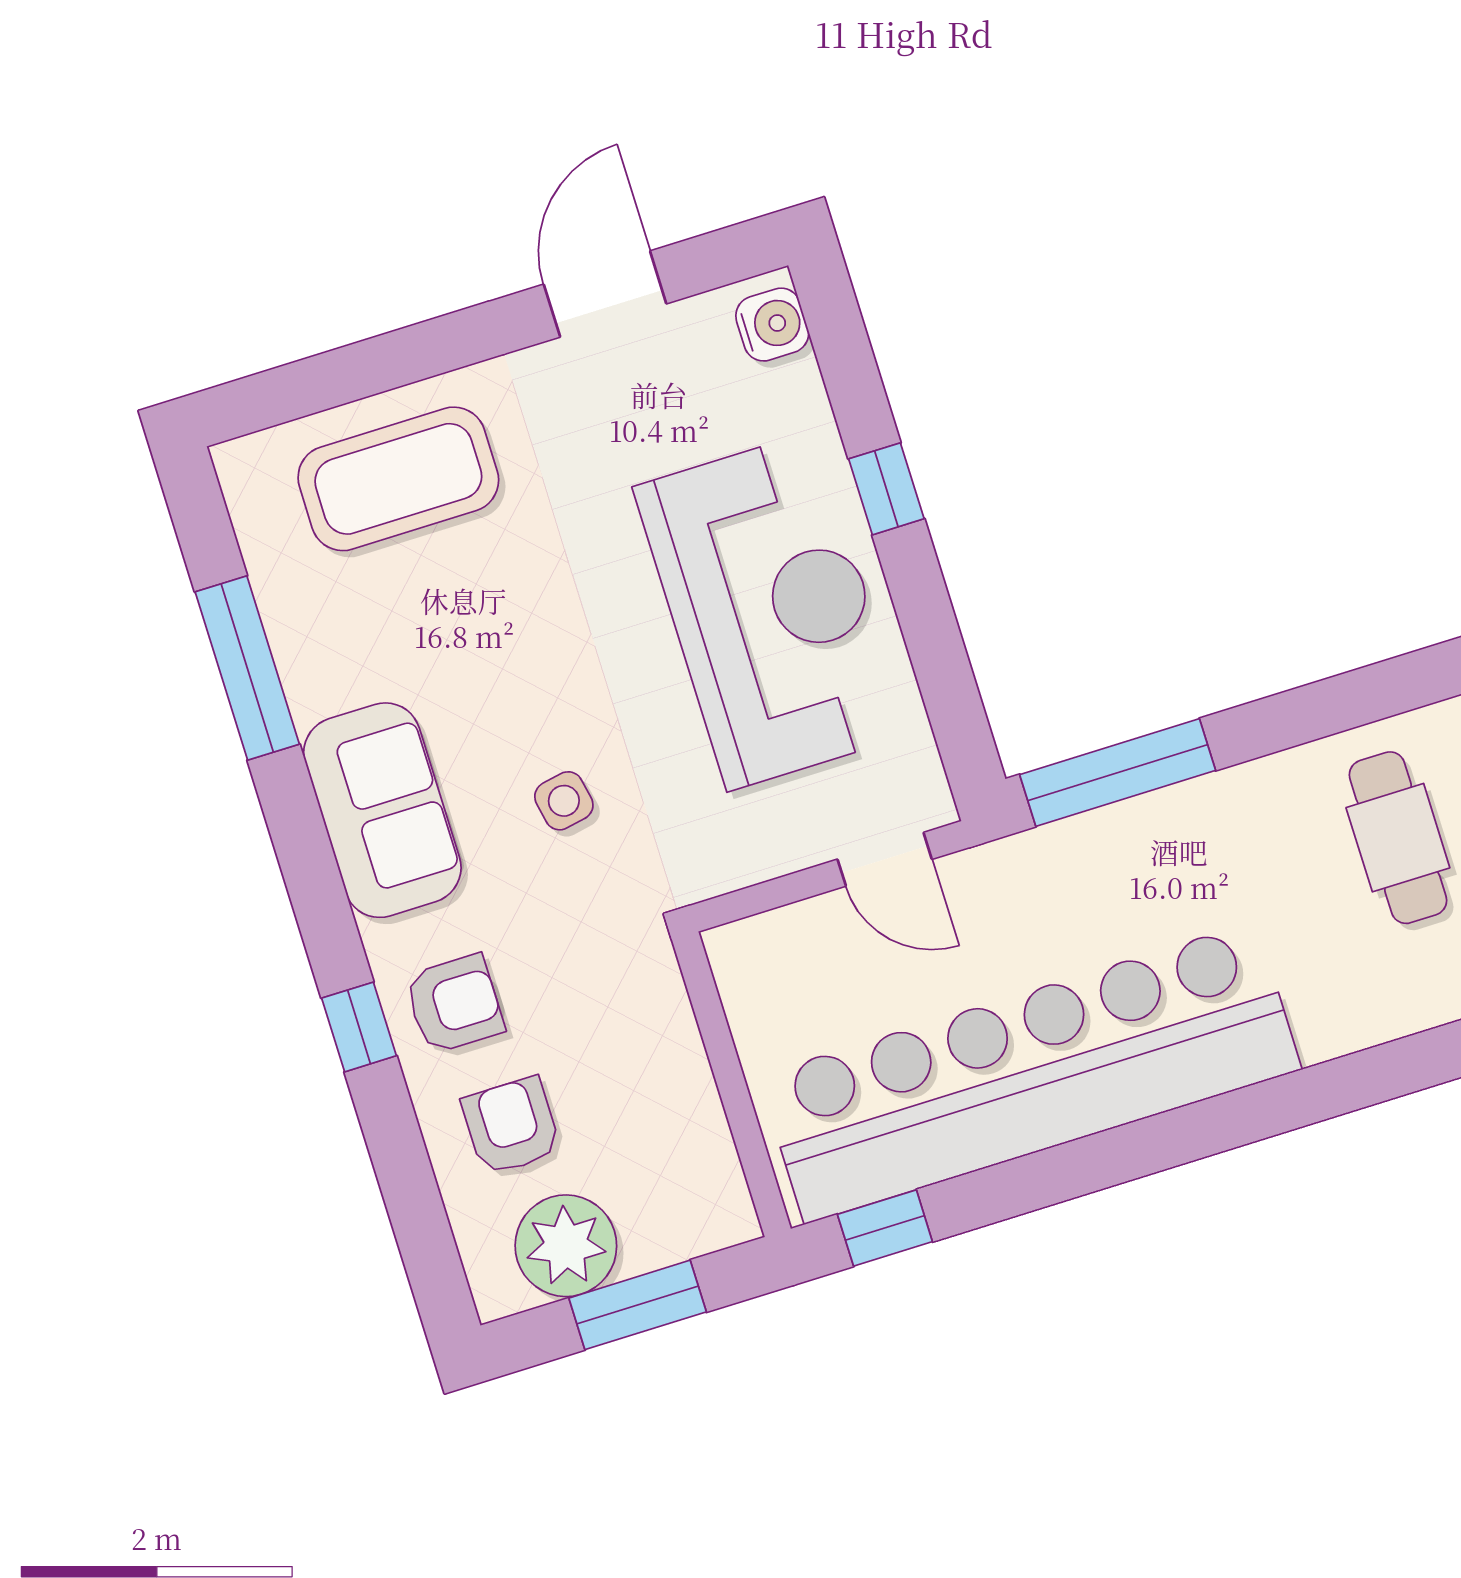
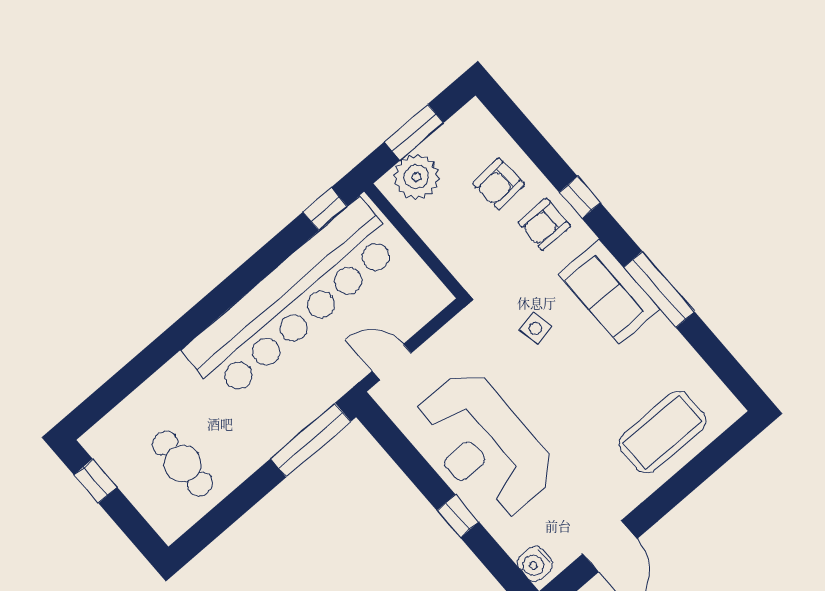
window: (247, 668) -> (659, 289), moved
armchair: (511, 1126) -> (499, 184), turned 86
plant: (566, 1246) -> (416, 177), moved

